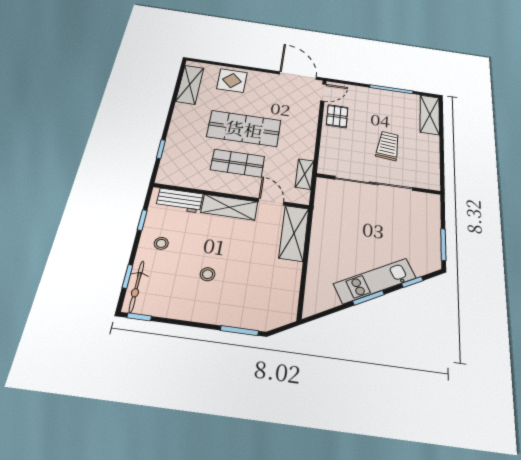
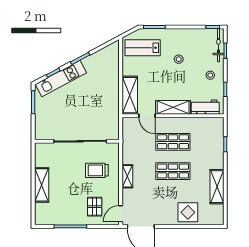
shelving: (190, 85) -> (217, 187), moved
shelving: (430, 115) -> (42, 185), moved
pallet: (337, 116) -> (95, 207), moved
shop shelf: (244, 129) -> (173, 171), width x0.70, depth x0.74
trolley: (388, 146) -> (97, 170), moved, turned 84
shelving: (305, 174) -> (127, 176), moved
kitchen unit: (375, 281) -> (61, 78), moved
lab bench: (264, 300) -> (143, 48), added

